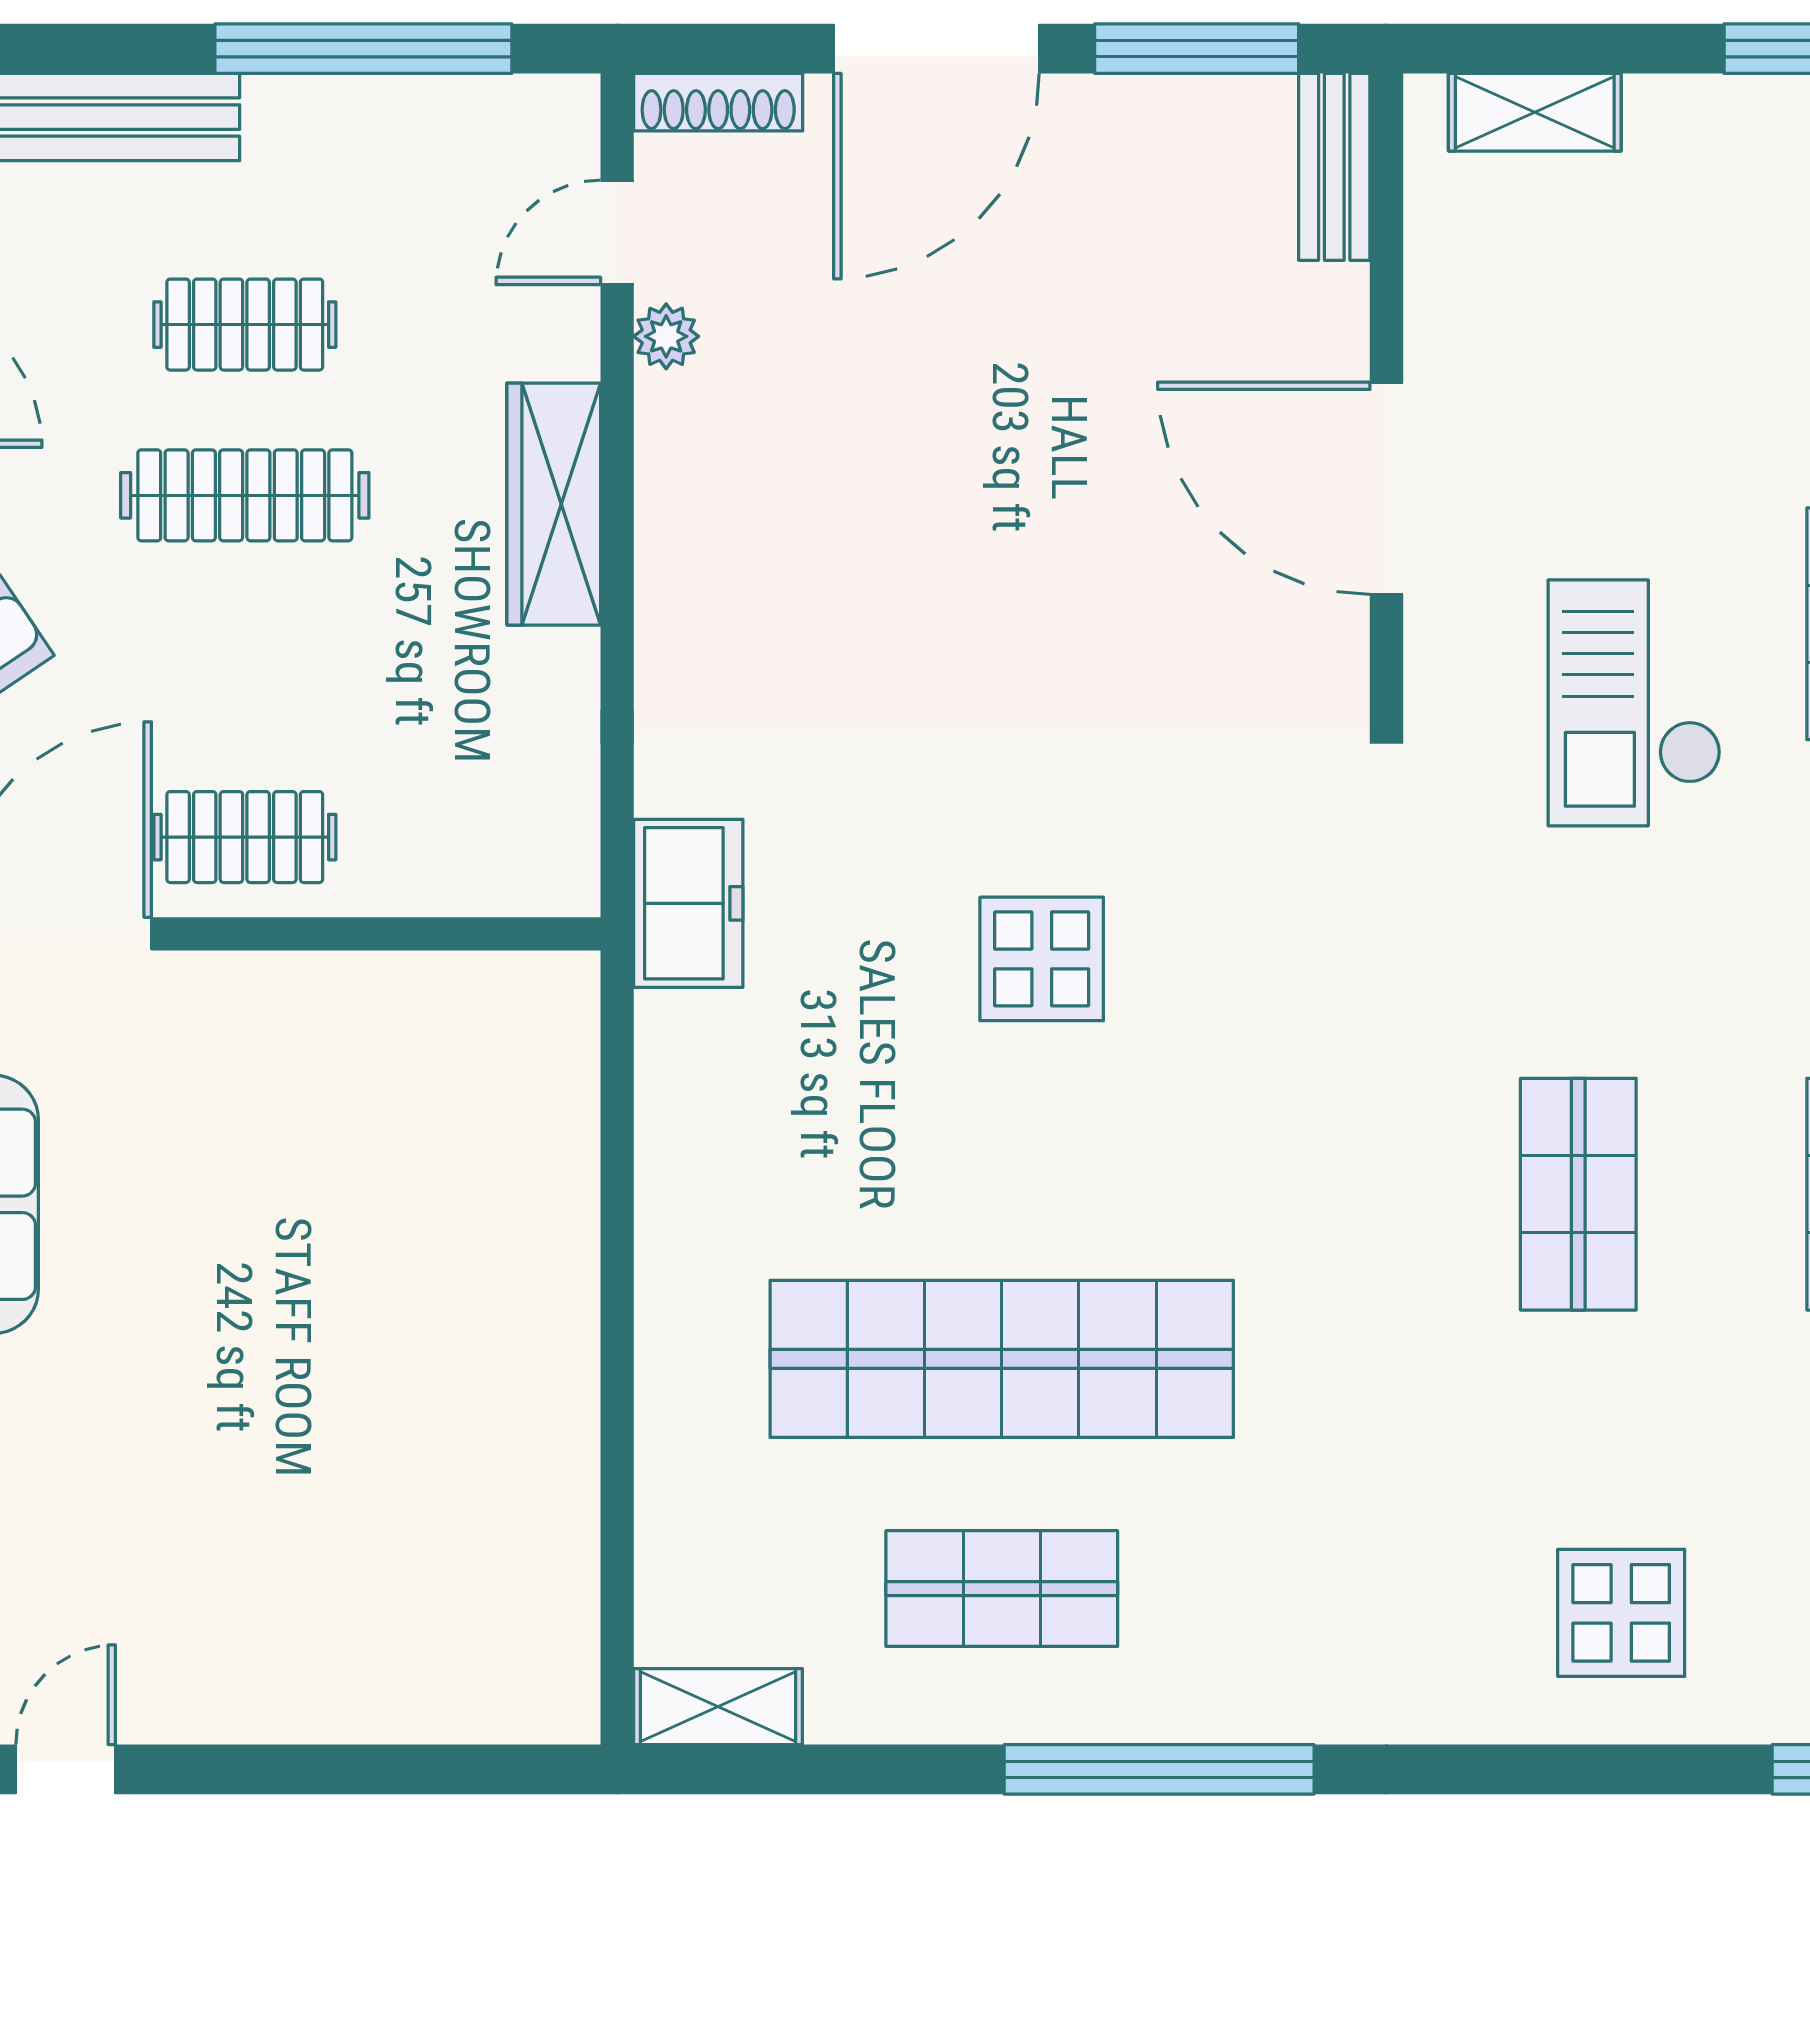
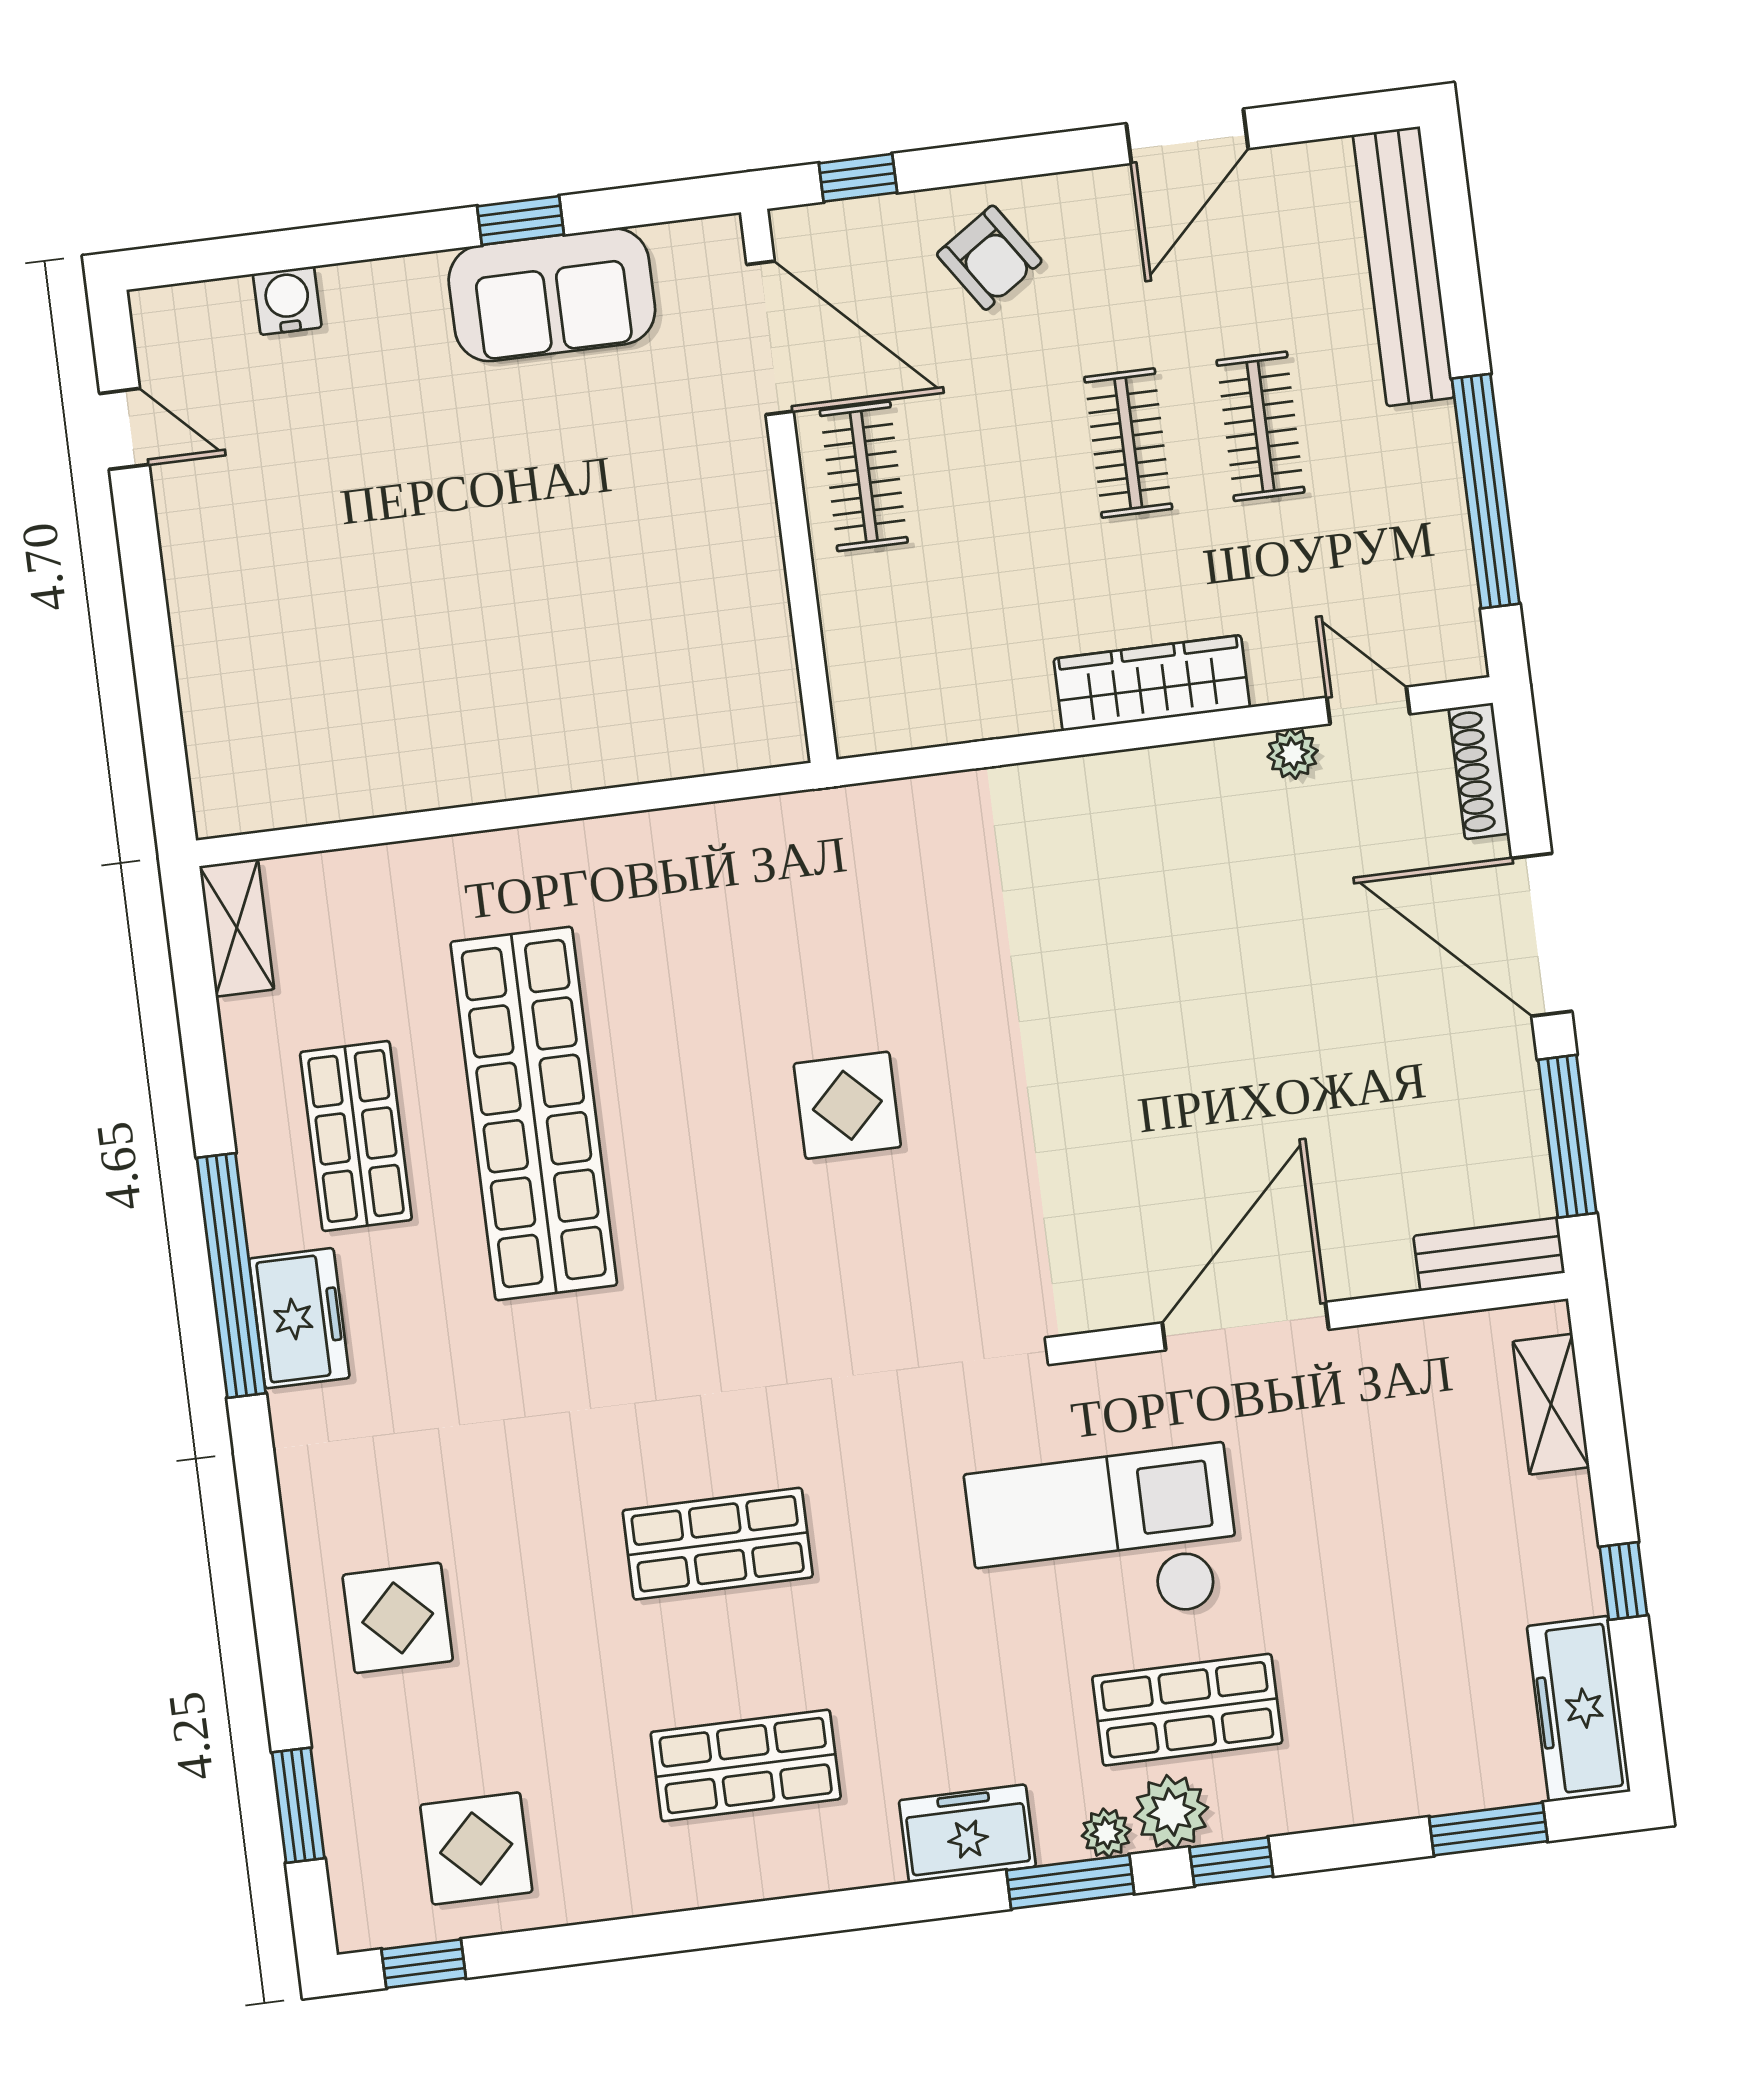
clothes rail: (245, 495) -> (1128, 443), width x0.73
checkout: (1634, 703) -> (1104, 1539), width x1.36, depth x1.21
freezer: (688, 903) -> (299, 1318), moved, turned -90

